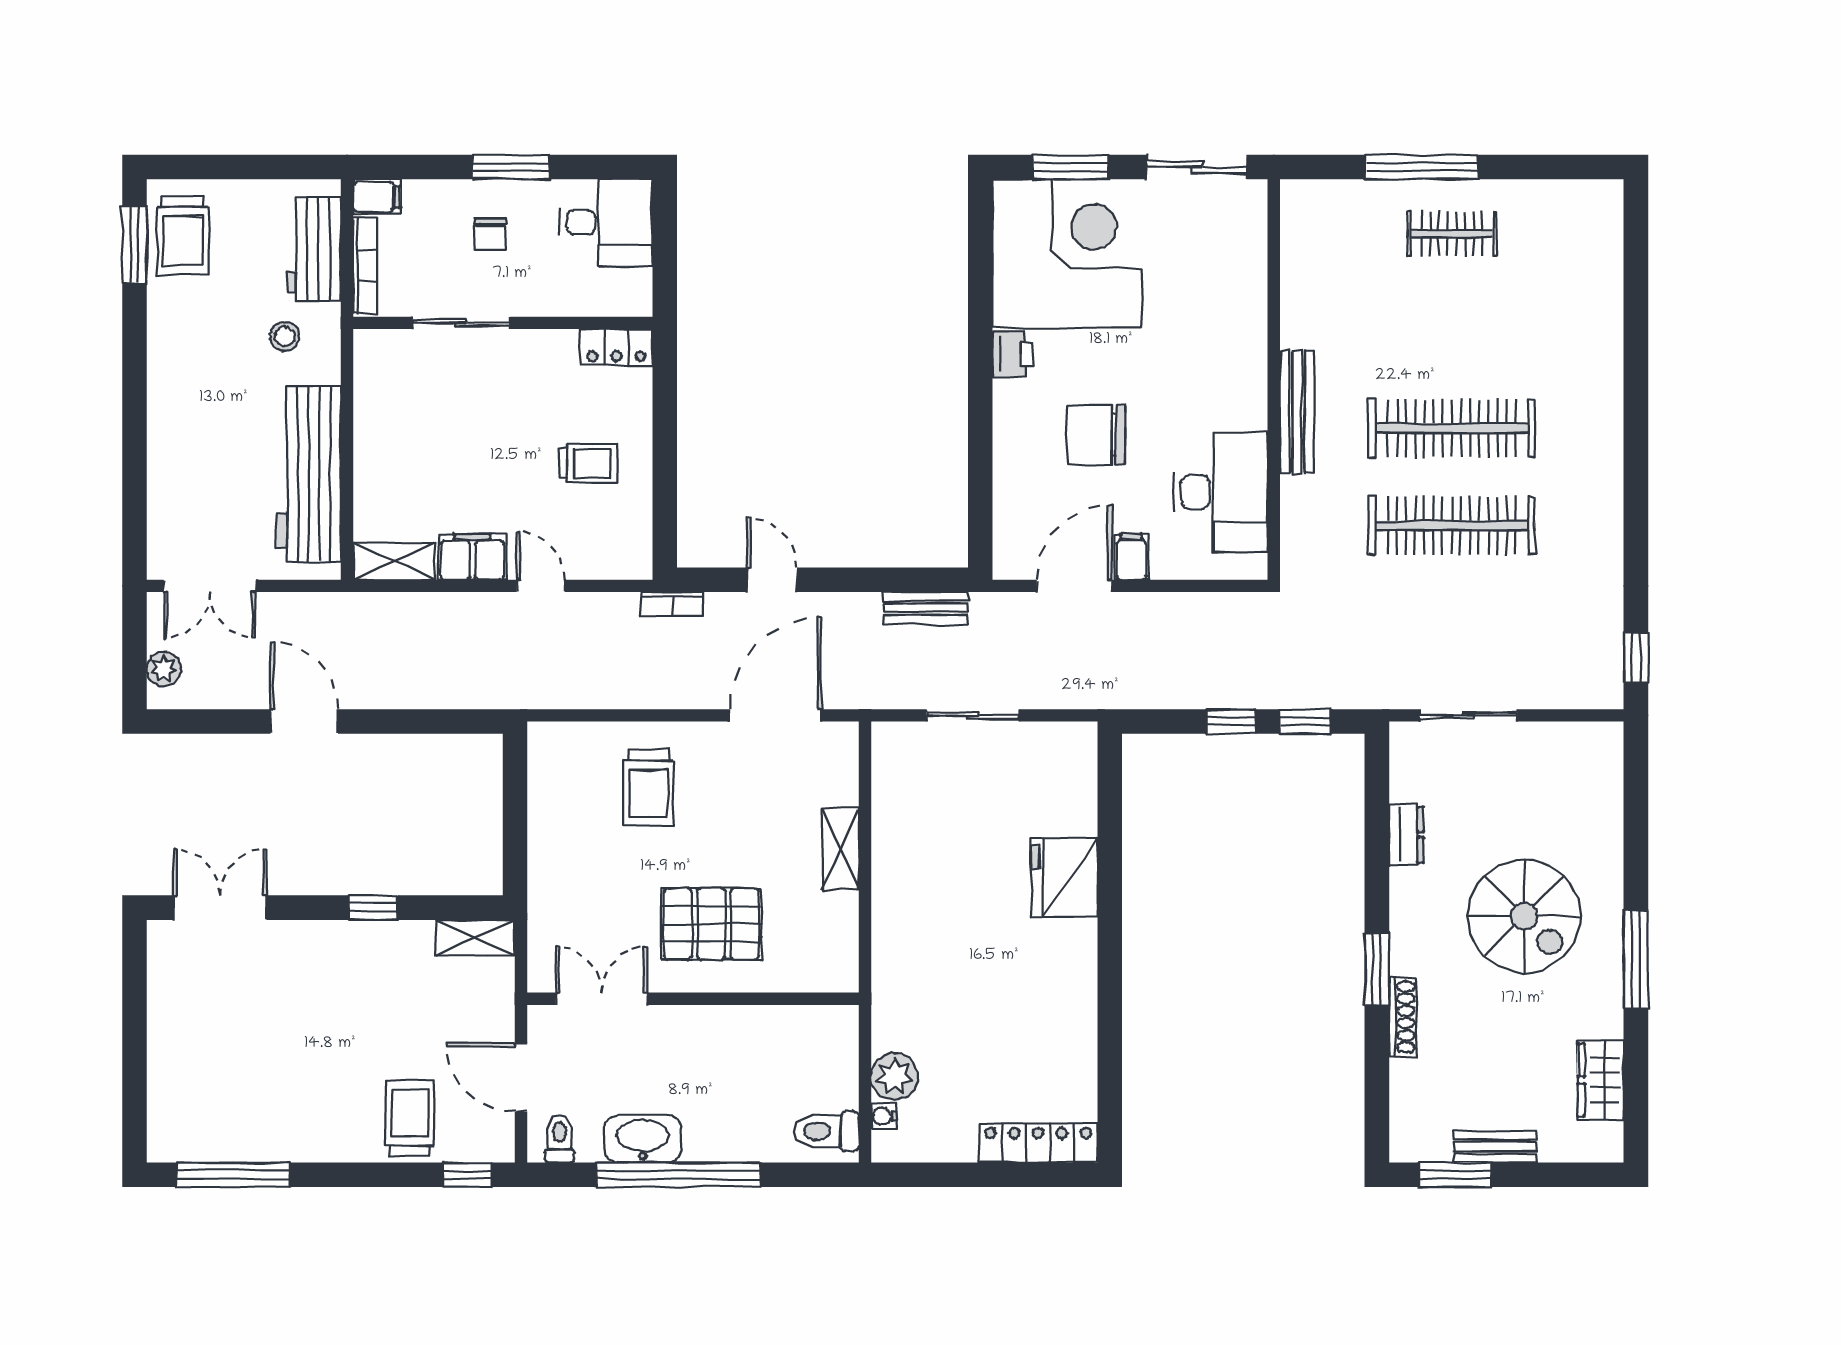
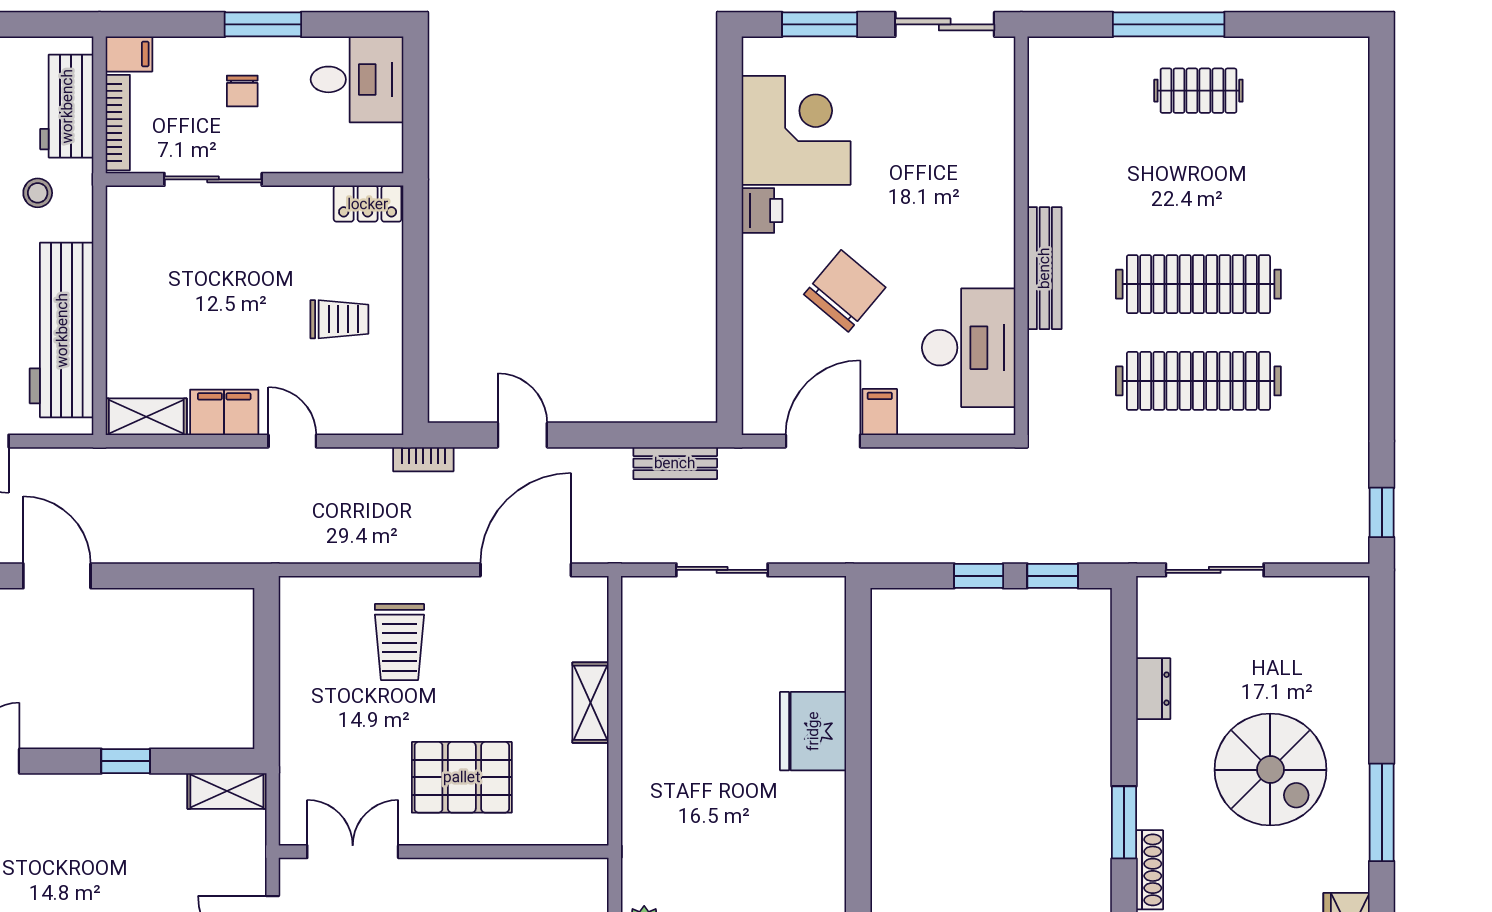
corner desk: (1067, 254) -> (796, 130), width x0.74, depth x0.74
chair: (1096, 435) -> (845, 291), turned 130

